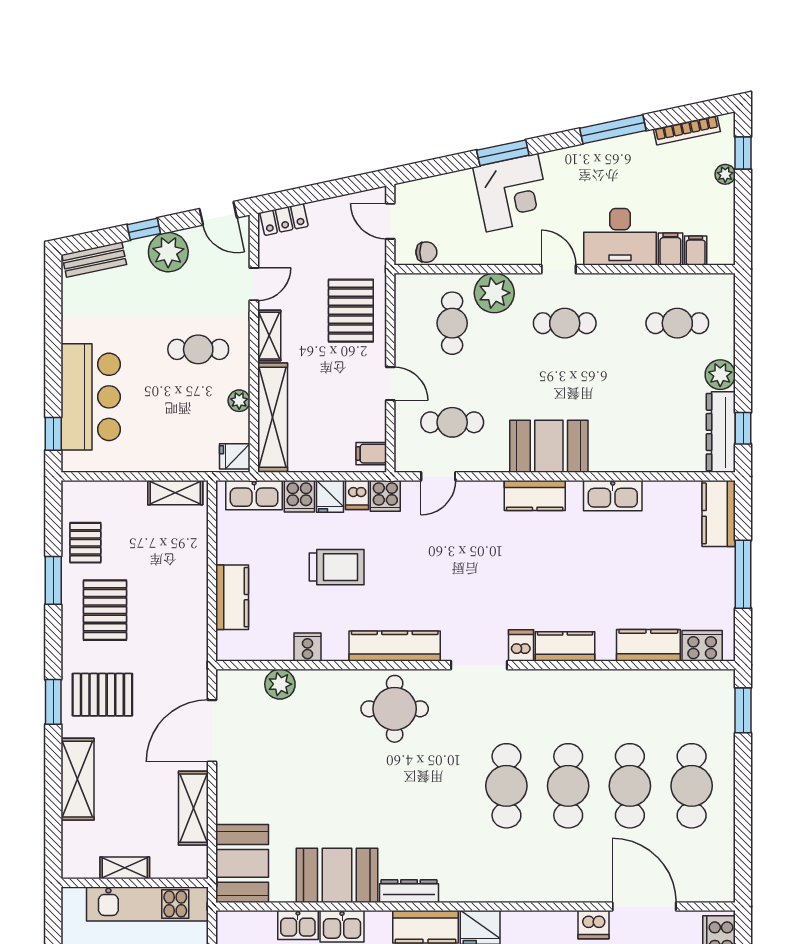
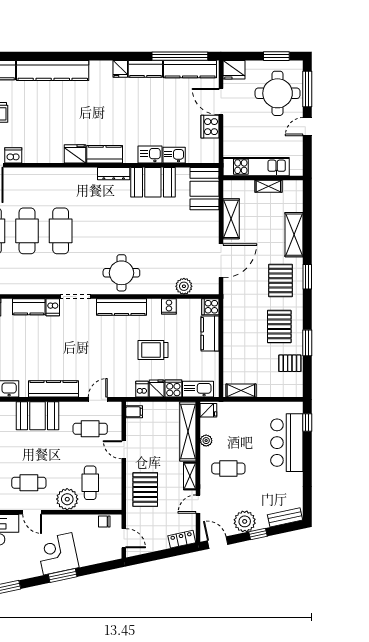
kitchen counter: (535, 495) -> (54, 389), width x1.50
cooker: (385, 496) -> (210, 307), moved, turned -90
pallet: (85, 543) -> (290, 363), turned 90
pallet: (102, 695) -> (281, 281), turned 90

